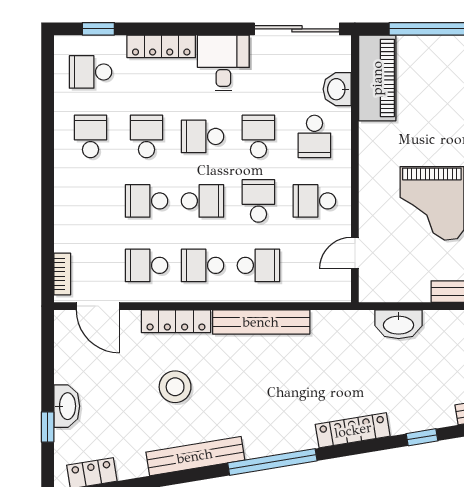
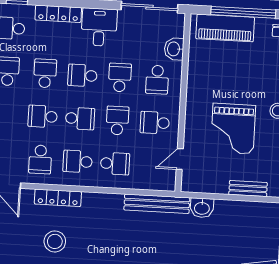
piano: (377, 78) -> (225, 28), moved, turned 90
school desk: (146, 265) -> (40, 159), turned -90
bench: (261, 322) -> (157, 204), moved
washbasin: (399, 324) -> (202, 208), width x0.72

